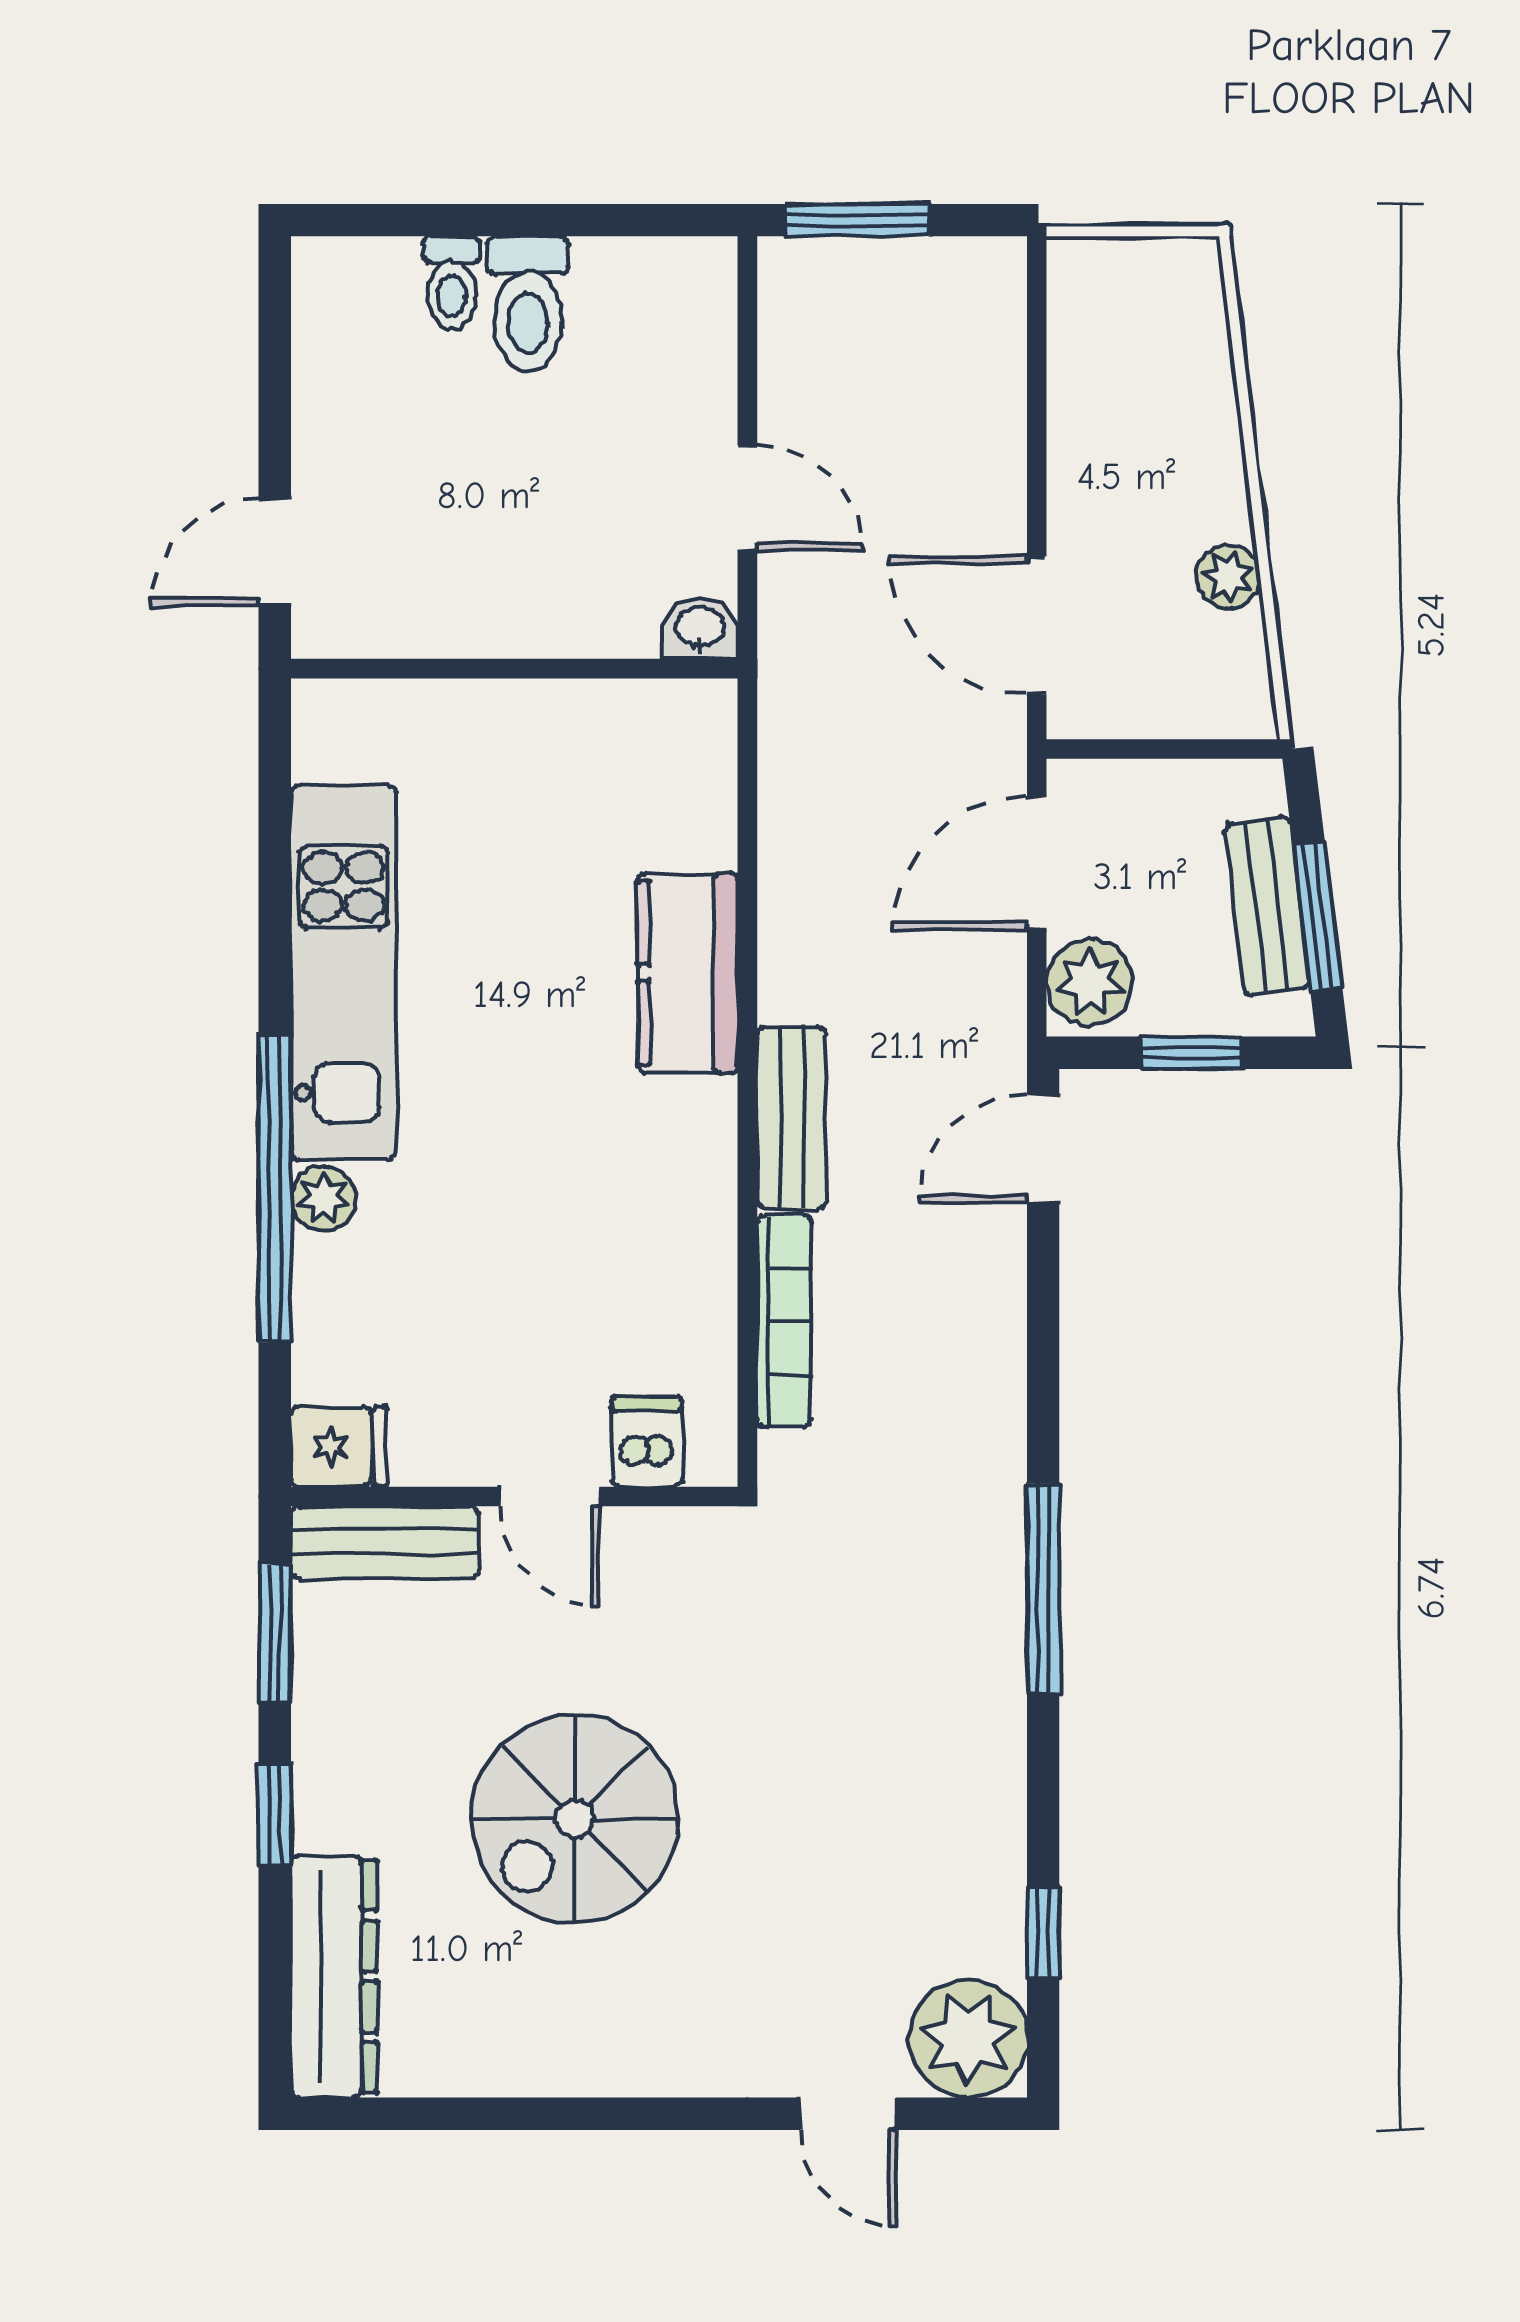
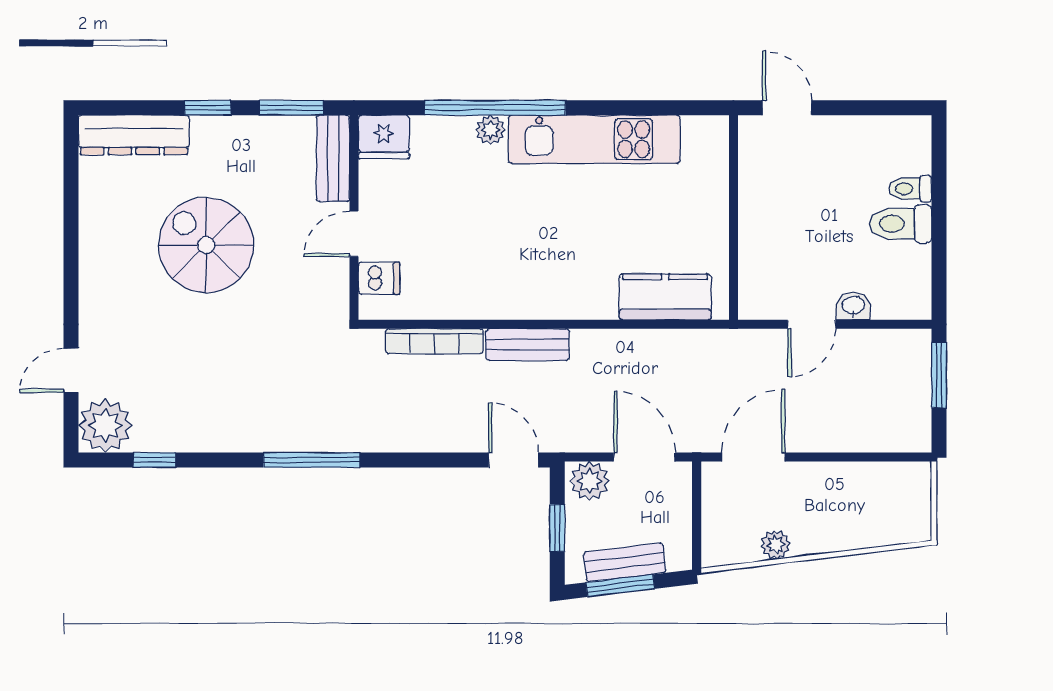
washbasin: (700, 628) -> (853, 306), moved, turned -90
kitchen counter: (688, 973) -> (665, 297), moved
fridge: (339, 1447) -> (384, 137), width x1.38

